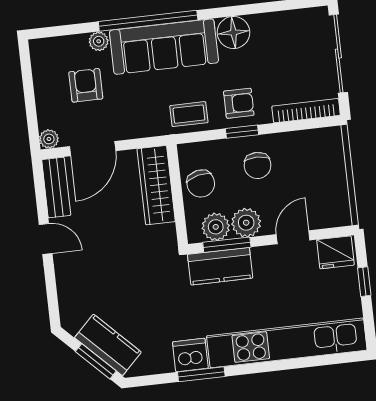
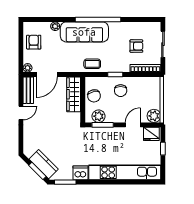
window: (148, 21) -> (98, 20), moved
floor lamp: (234, 32) -> (117, 29), removed
sliding door: (338, 54) -> (163, 44), width x0.73
armchair: (86, 85) -> (34, 42), moved
armchair: (239, 103) -> (136, 46), moved
plant: (246, 223) -> (154, 116), moved
door: (46, 239) -> (21, 113), hinge flipped
kitchen counter: (220, 266) -> (98, 134), removed
window: (201, 374) -> (65, 182), moved

